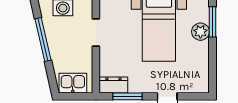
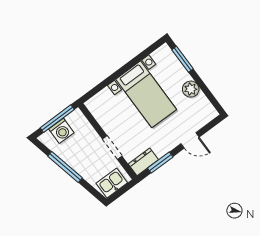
doorway: (96, 32) -> (112, 147), moved
plant: (200, 32) -> (191, 89), moved

